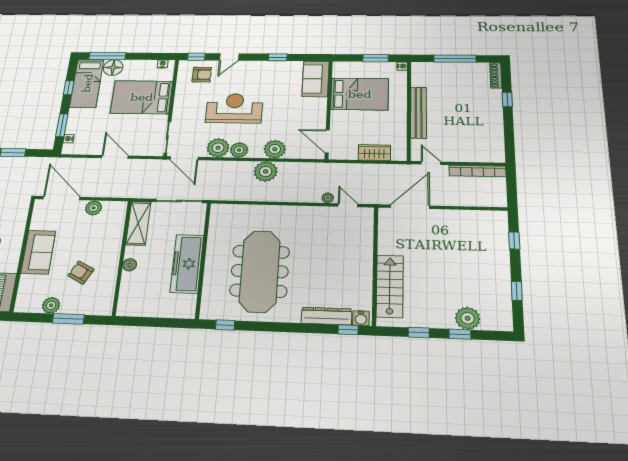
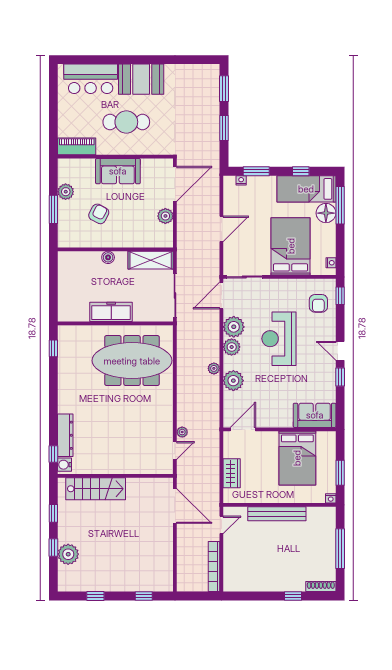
door: (229, 57) -> (340, 351), moved
reception desk: (234, 108) -> (279, 339), turned 180
plant: (266, 171) -> (214, 368), width x0.53, depth x0.53
freezer: (187, 264) -> (111, 312), width x0.73, depth x0.79
meeting table: (260, 271) -> (132, 361), moved

